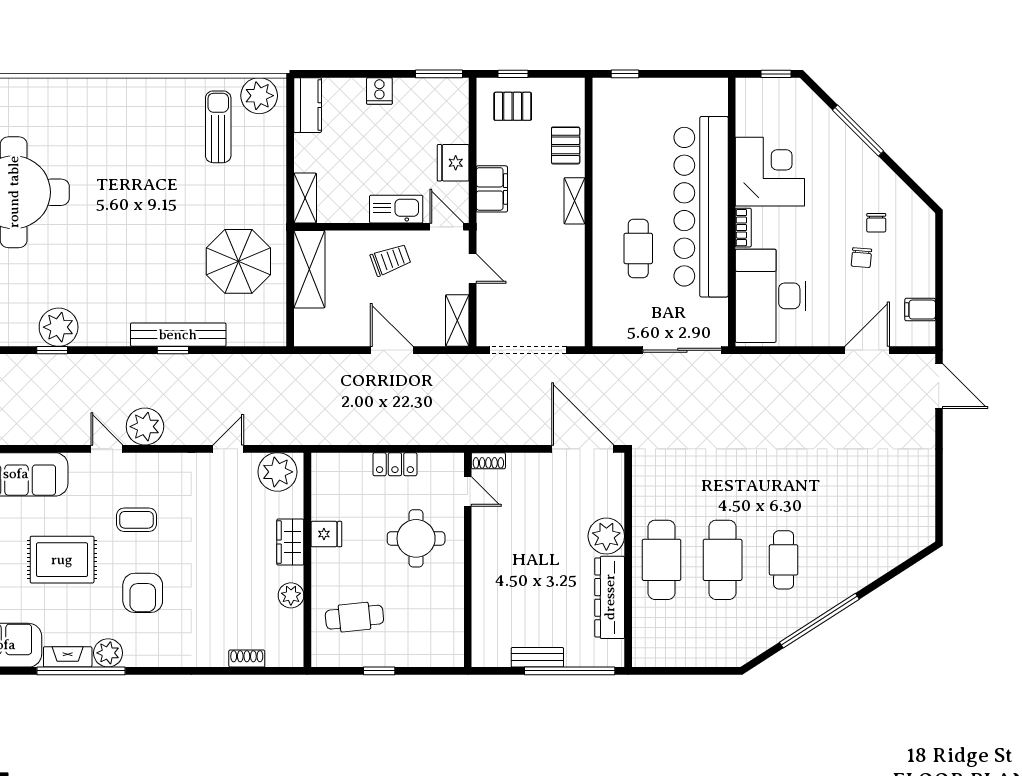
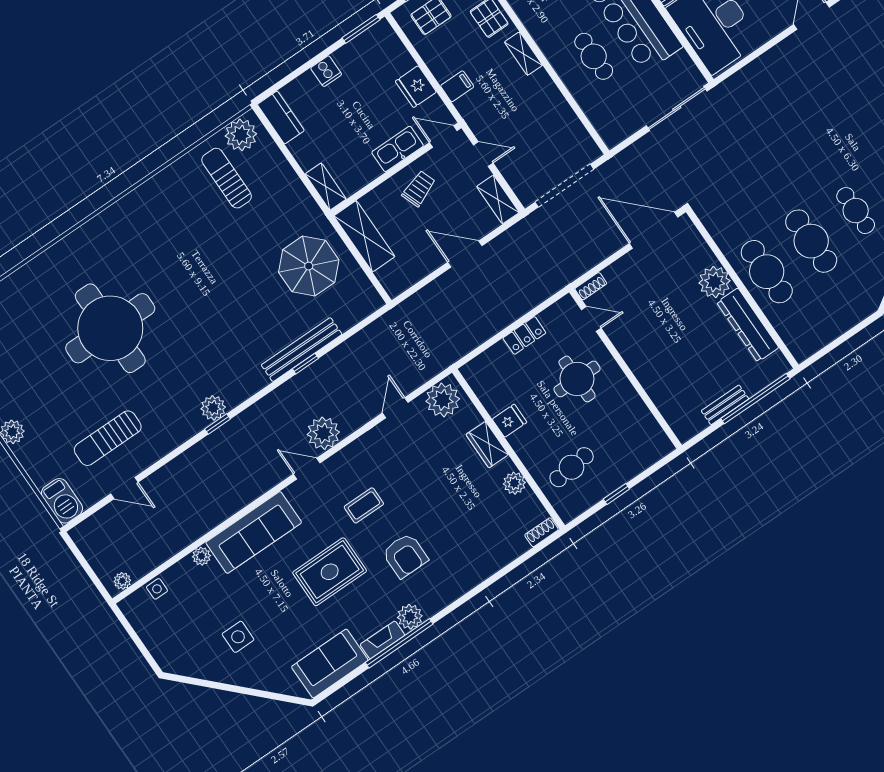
filing cabinet: (492, 189) -> (457, 86), width x0.50
plant: (59, 327) -> (213, 408), width x0.73, depth x0.73
shoe rack: (247, 659) -> (541, 532), moved

